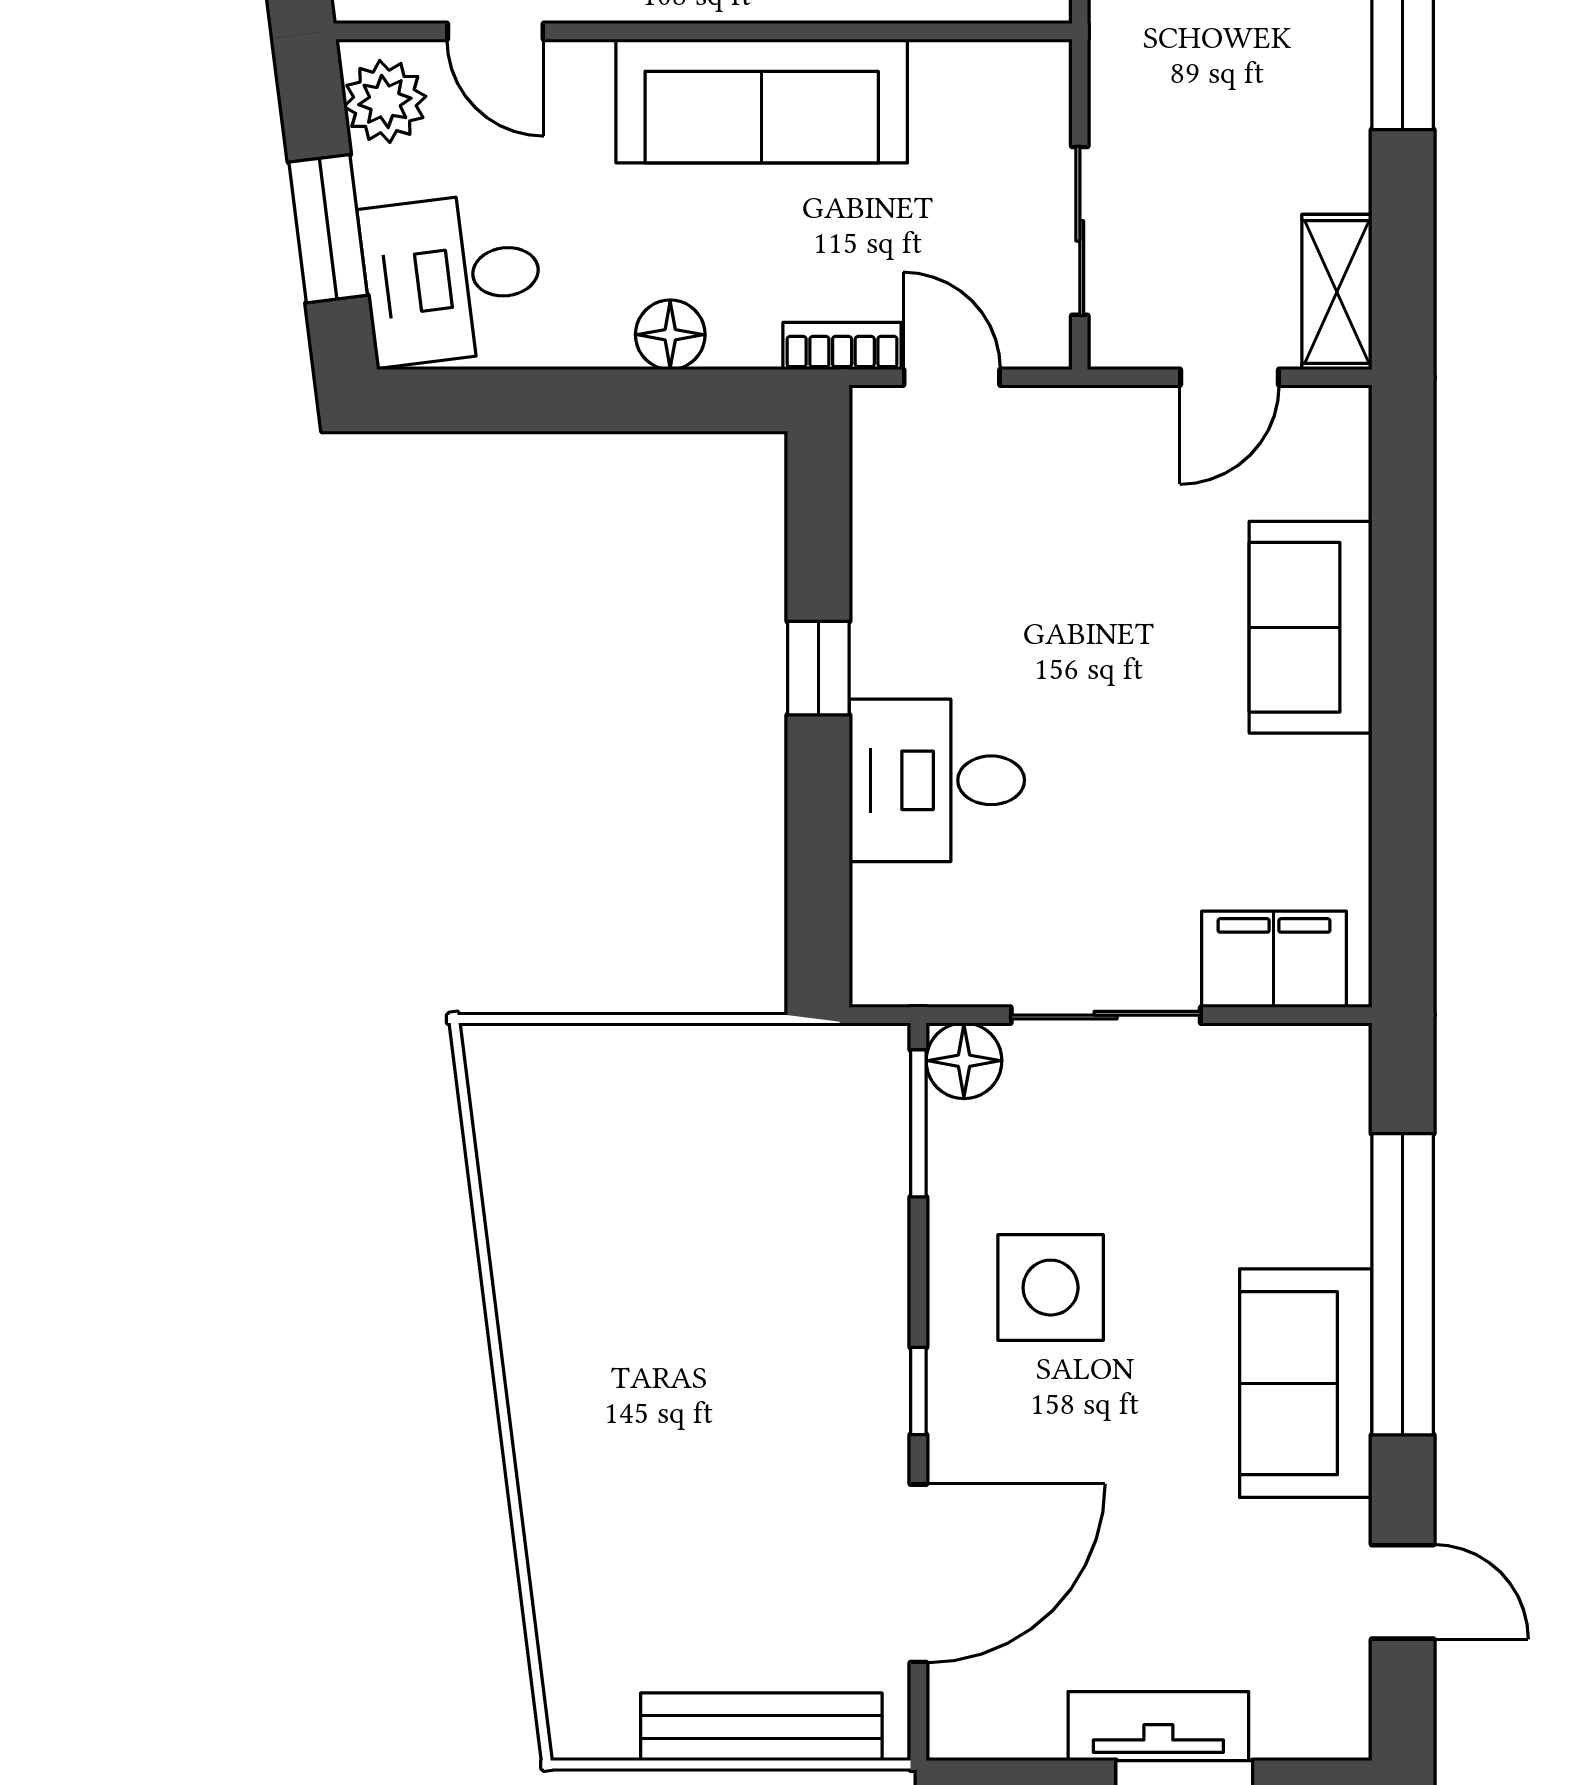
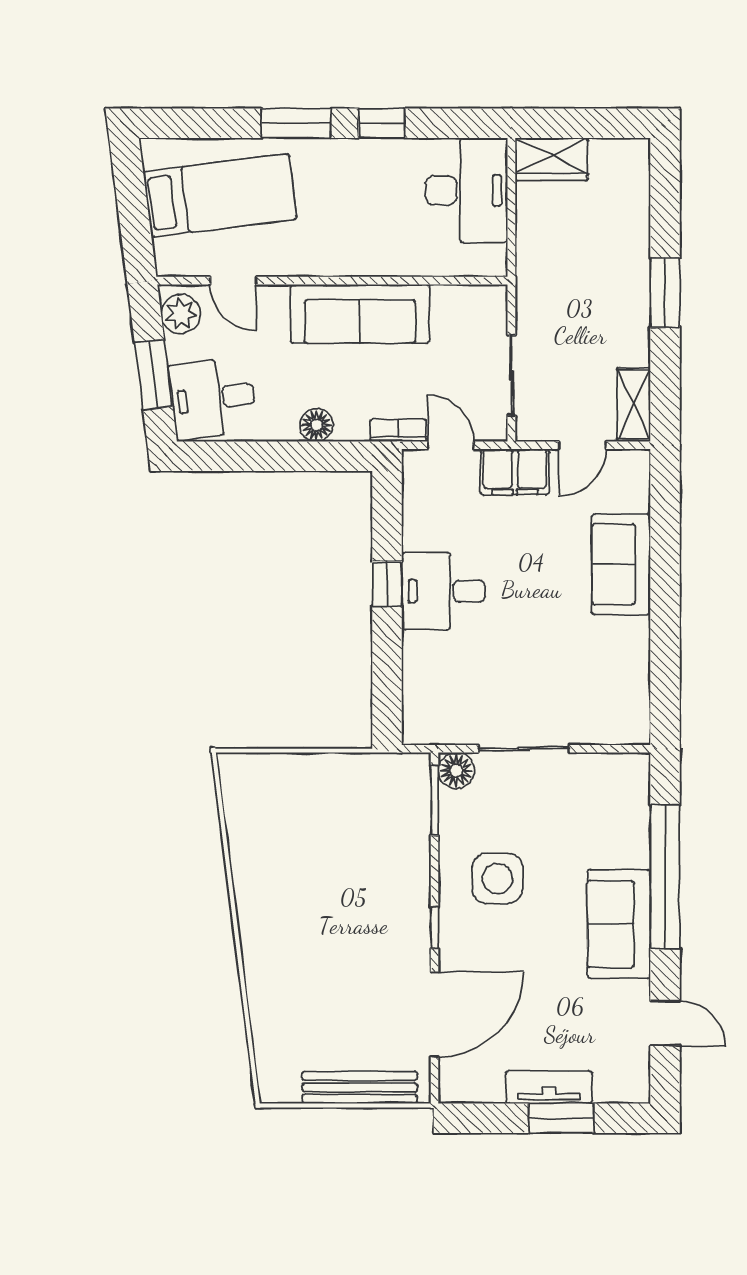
desk: (937, 780) -> (443, 591), moved
filing cabinet: (1274, 959) -> (515, 472), moved, turned 180

